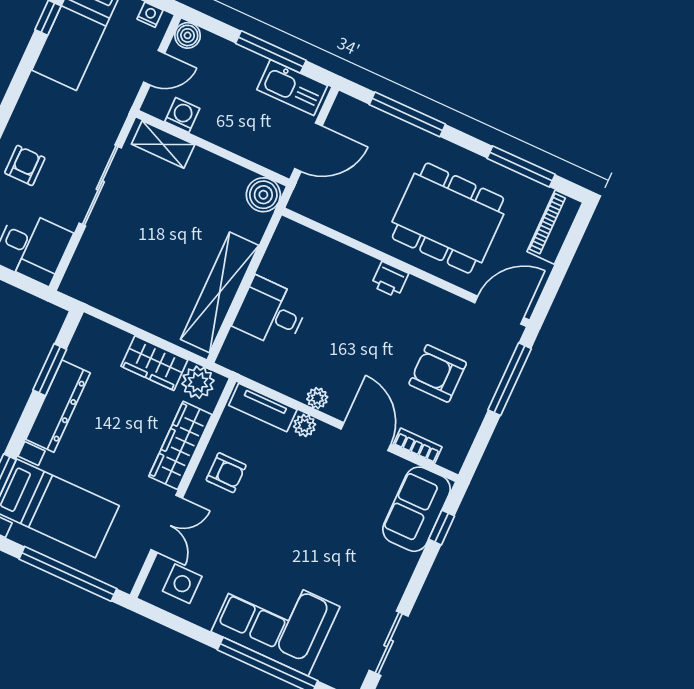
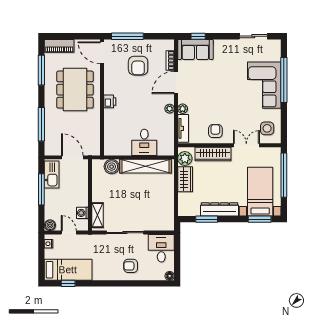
boiler: (263, 195) -> (112, 167), moved

